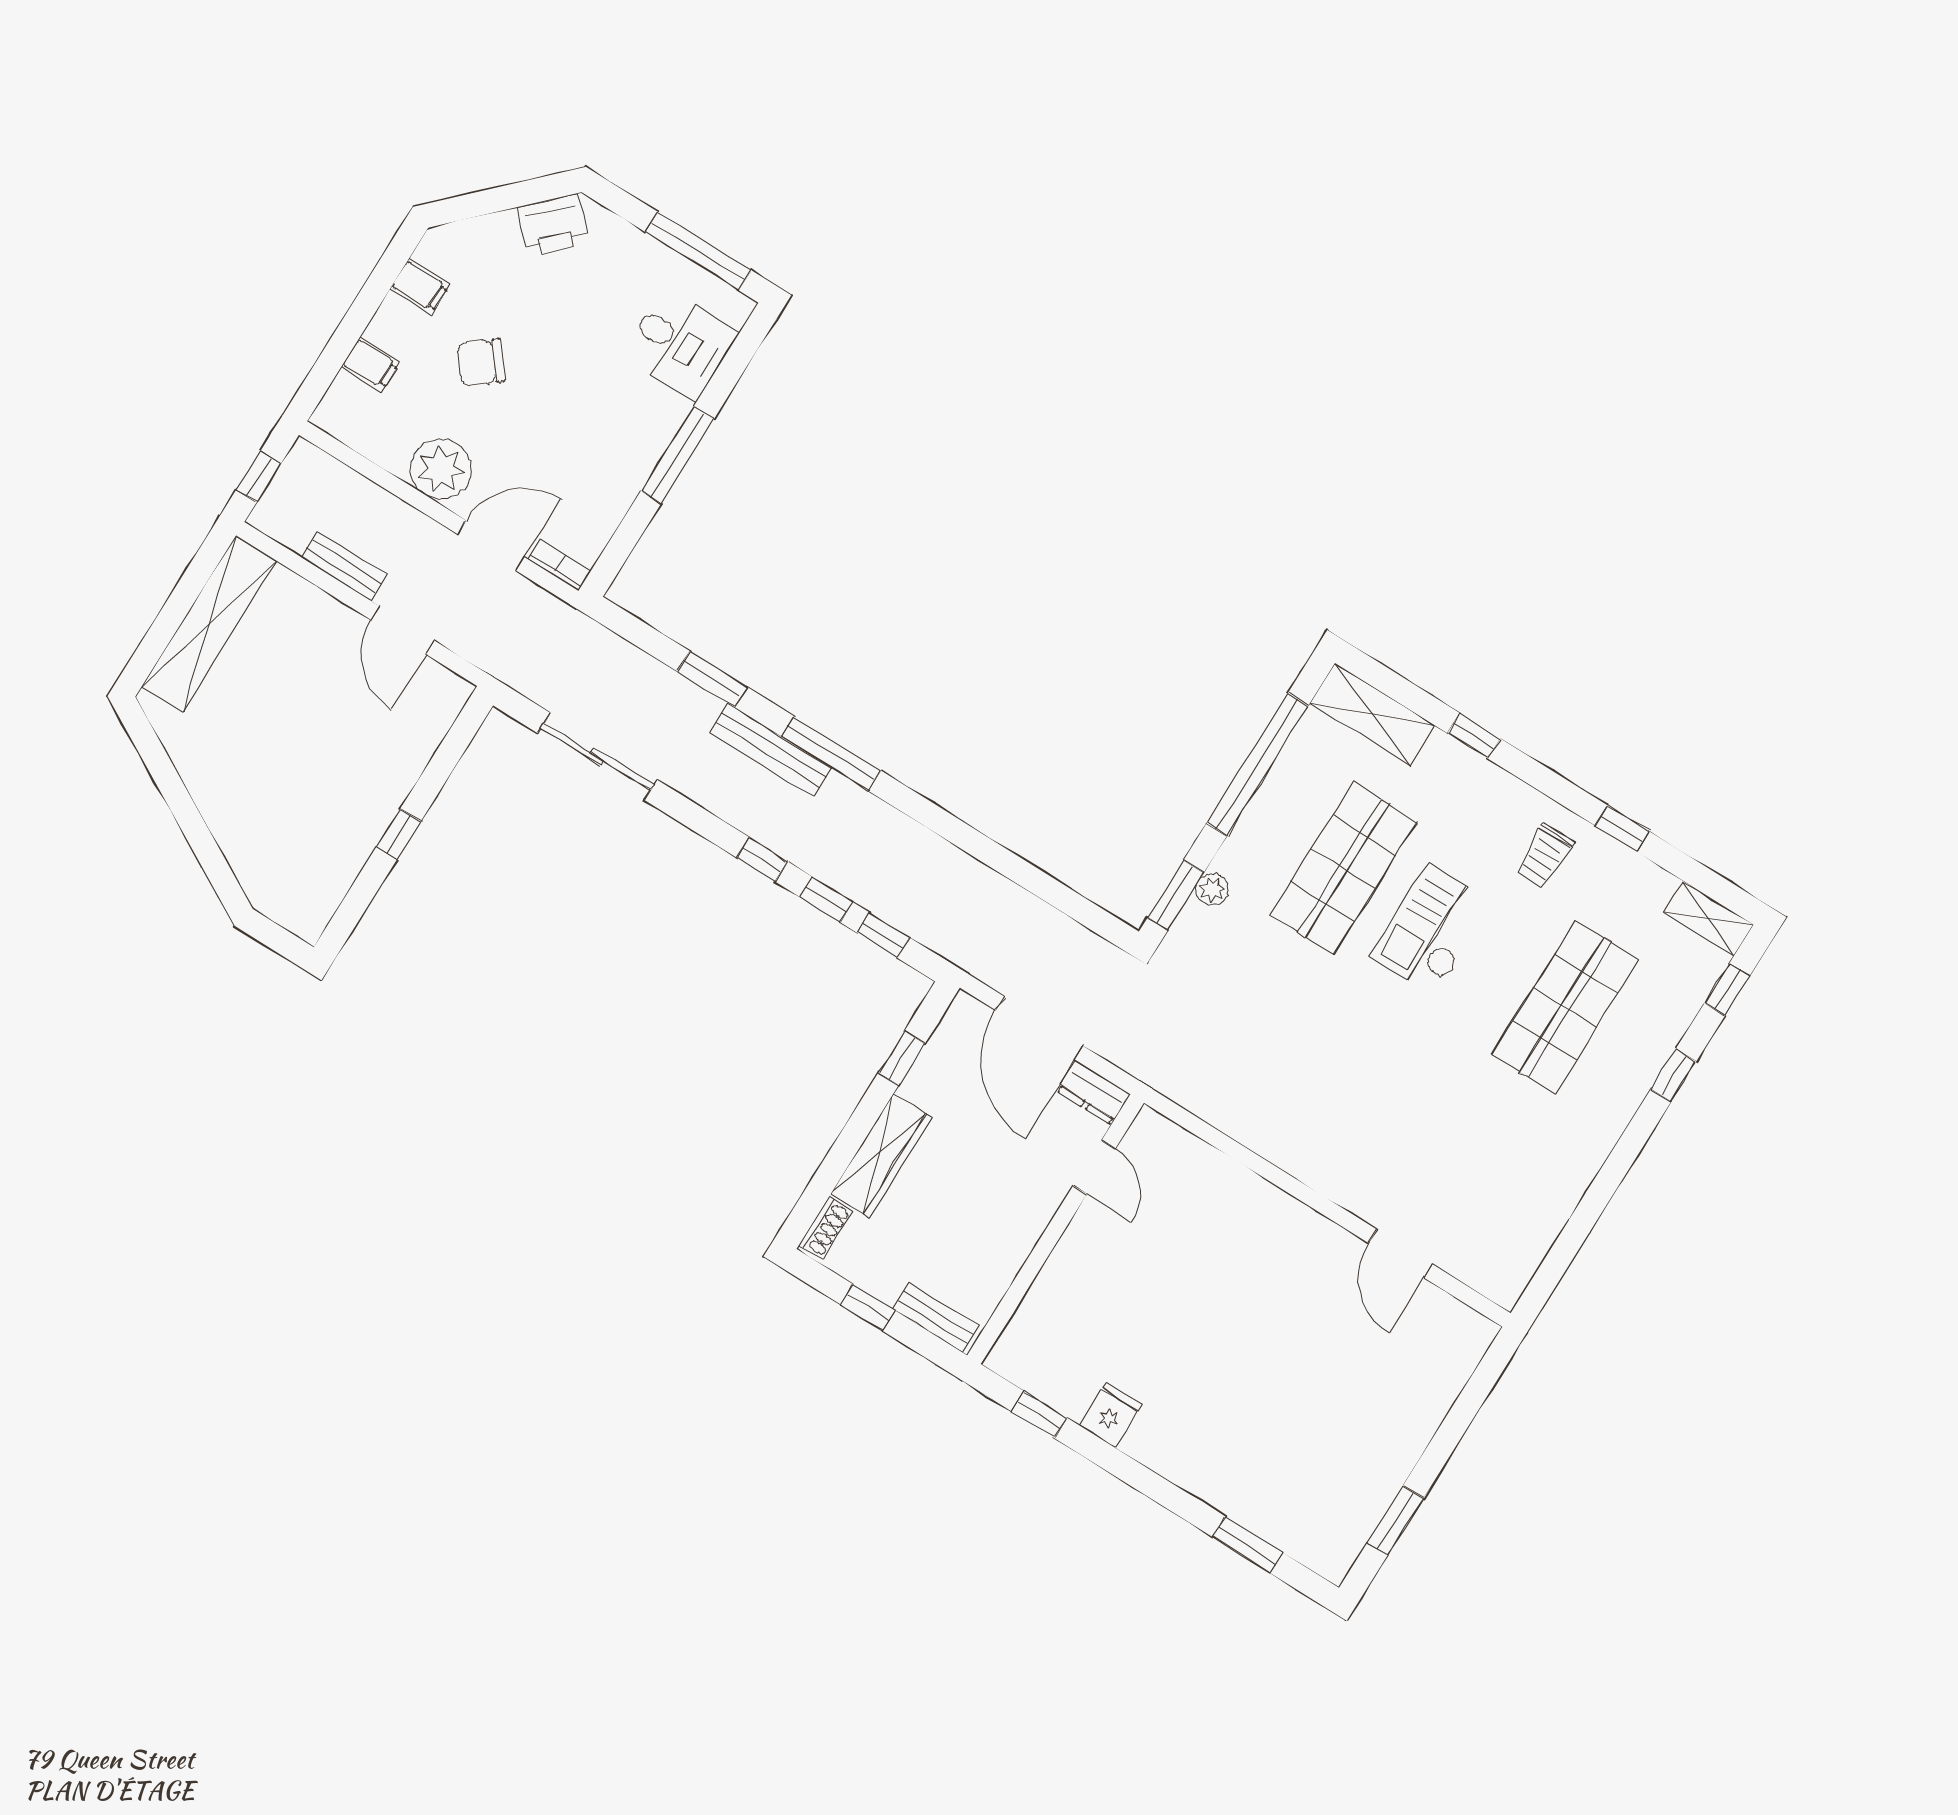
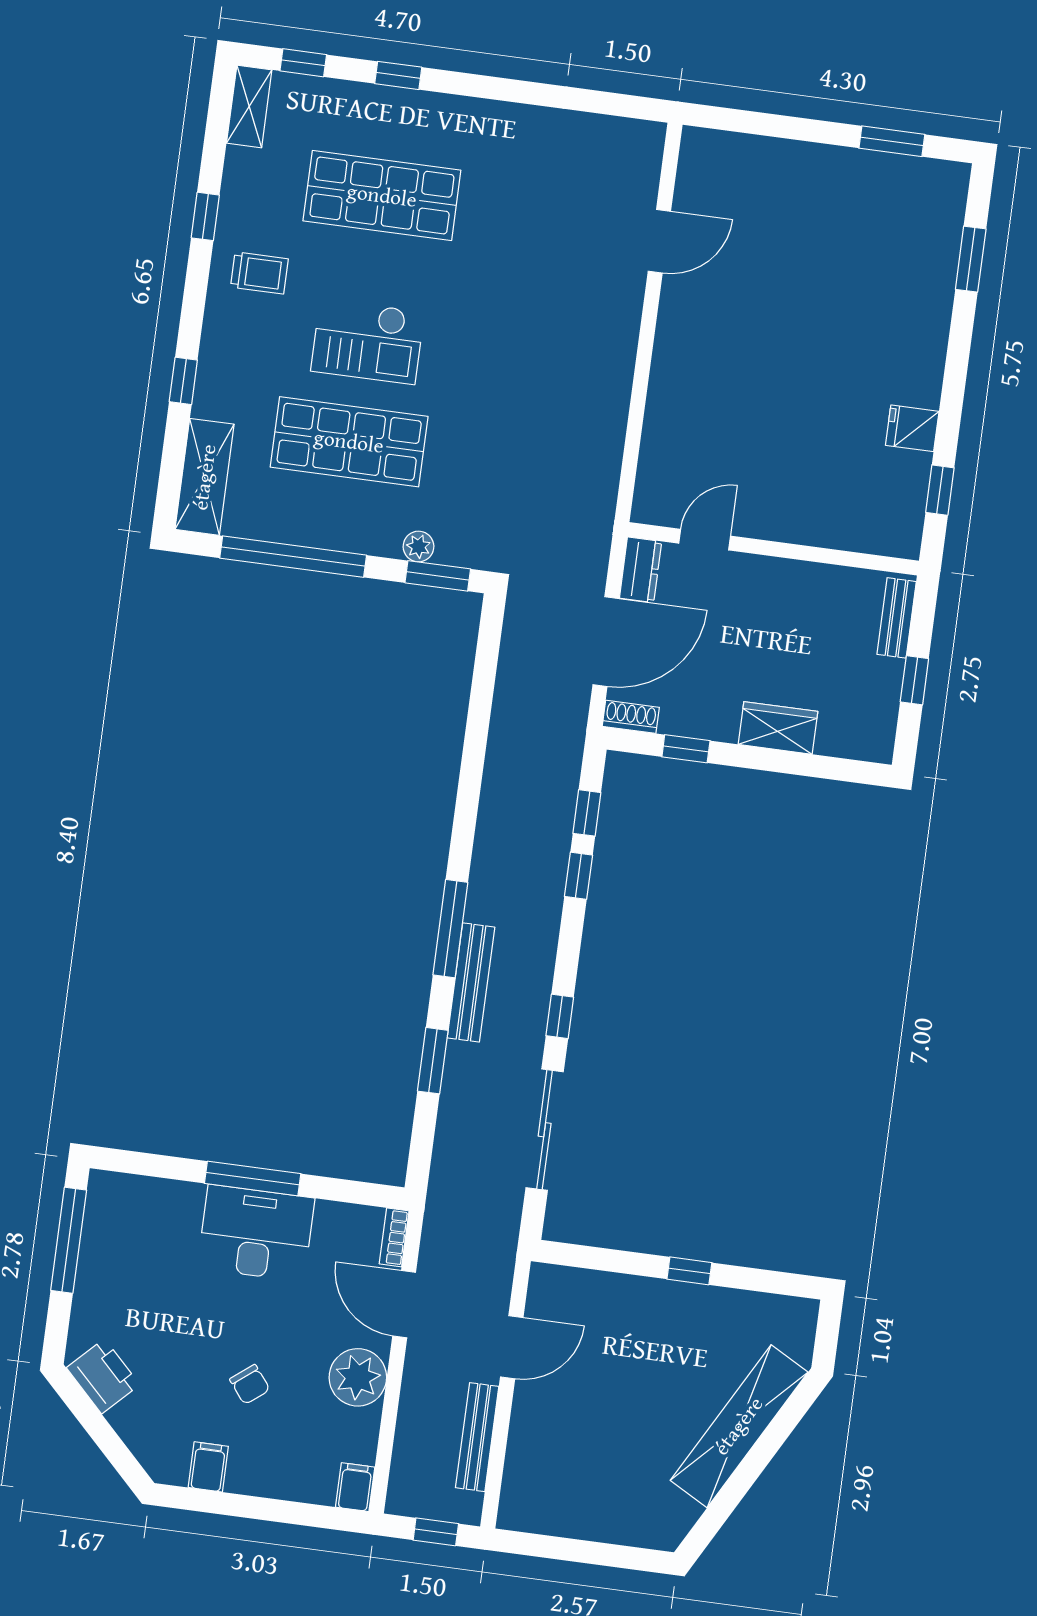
desk: (680, 344) -> (256, 1233), moved, width x1.37
chair: (481, 362) -> (250, 1384), width x0.73, depth x0.73
filing cabinet: (371, 364) -> (355, 1487), moved
bench: (344, 566) -> (477, 1437), width x1.36
shelving: (209, 624) -> (739, 1426), moved, turned -61
window: (762, 859) -> (560, 1016), moved
wardrobe: (881, 1156) -> (778, 728), width x0.67
shoe rack: (826, 1228) -> (631, 717), moved

